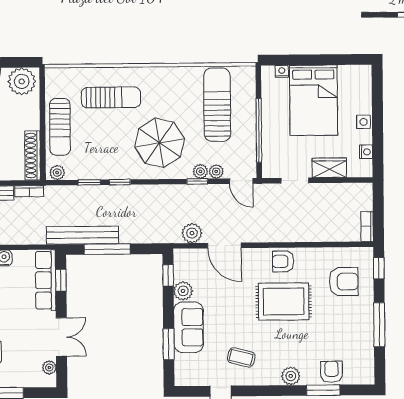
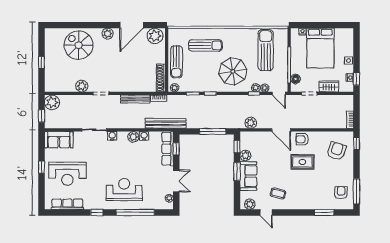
window: (378, 154) -> (356, 79), added
floor lamp: (270, 155) -> (296, 79), added
bench: (83, 235) -> (166, 123), moved
door: (224, 245) -> (281, 130), moved
window: (107, 249) -> (213, 131), moved
armchair: (344, 282) -> (336, 151), turned -72
rug: (284, 301) -> (302, 162), width x0.73, depth x0.70
window: (379, 325) -> (356, 191), moved
window: (169, 344) -> (237, 171), moved
armchair: (332, 372) -> (341, 193), moved
plant: (291, 376) -> (250, 204), moved

